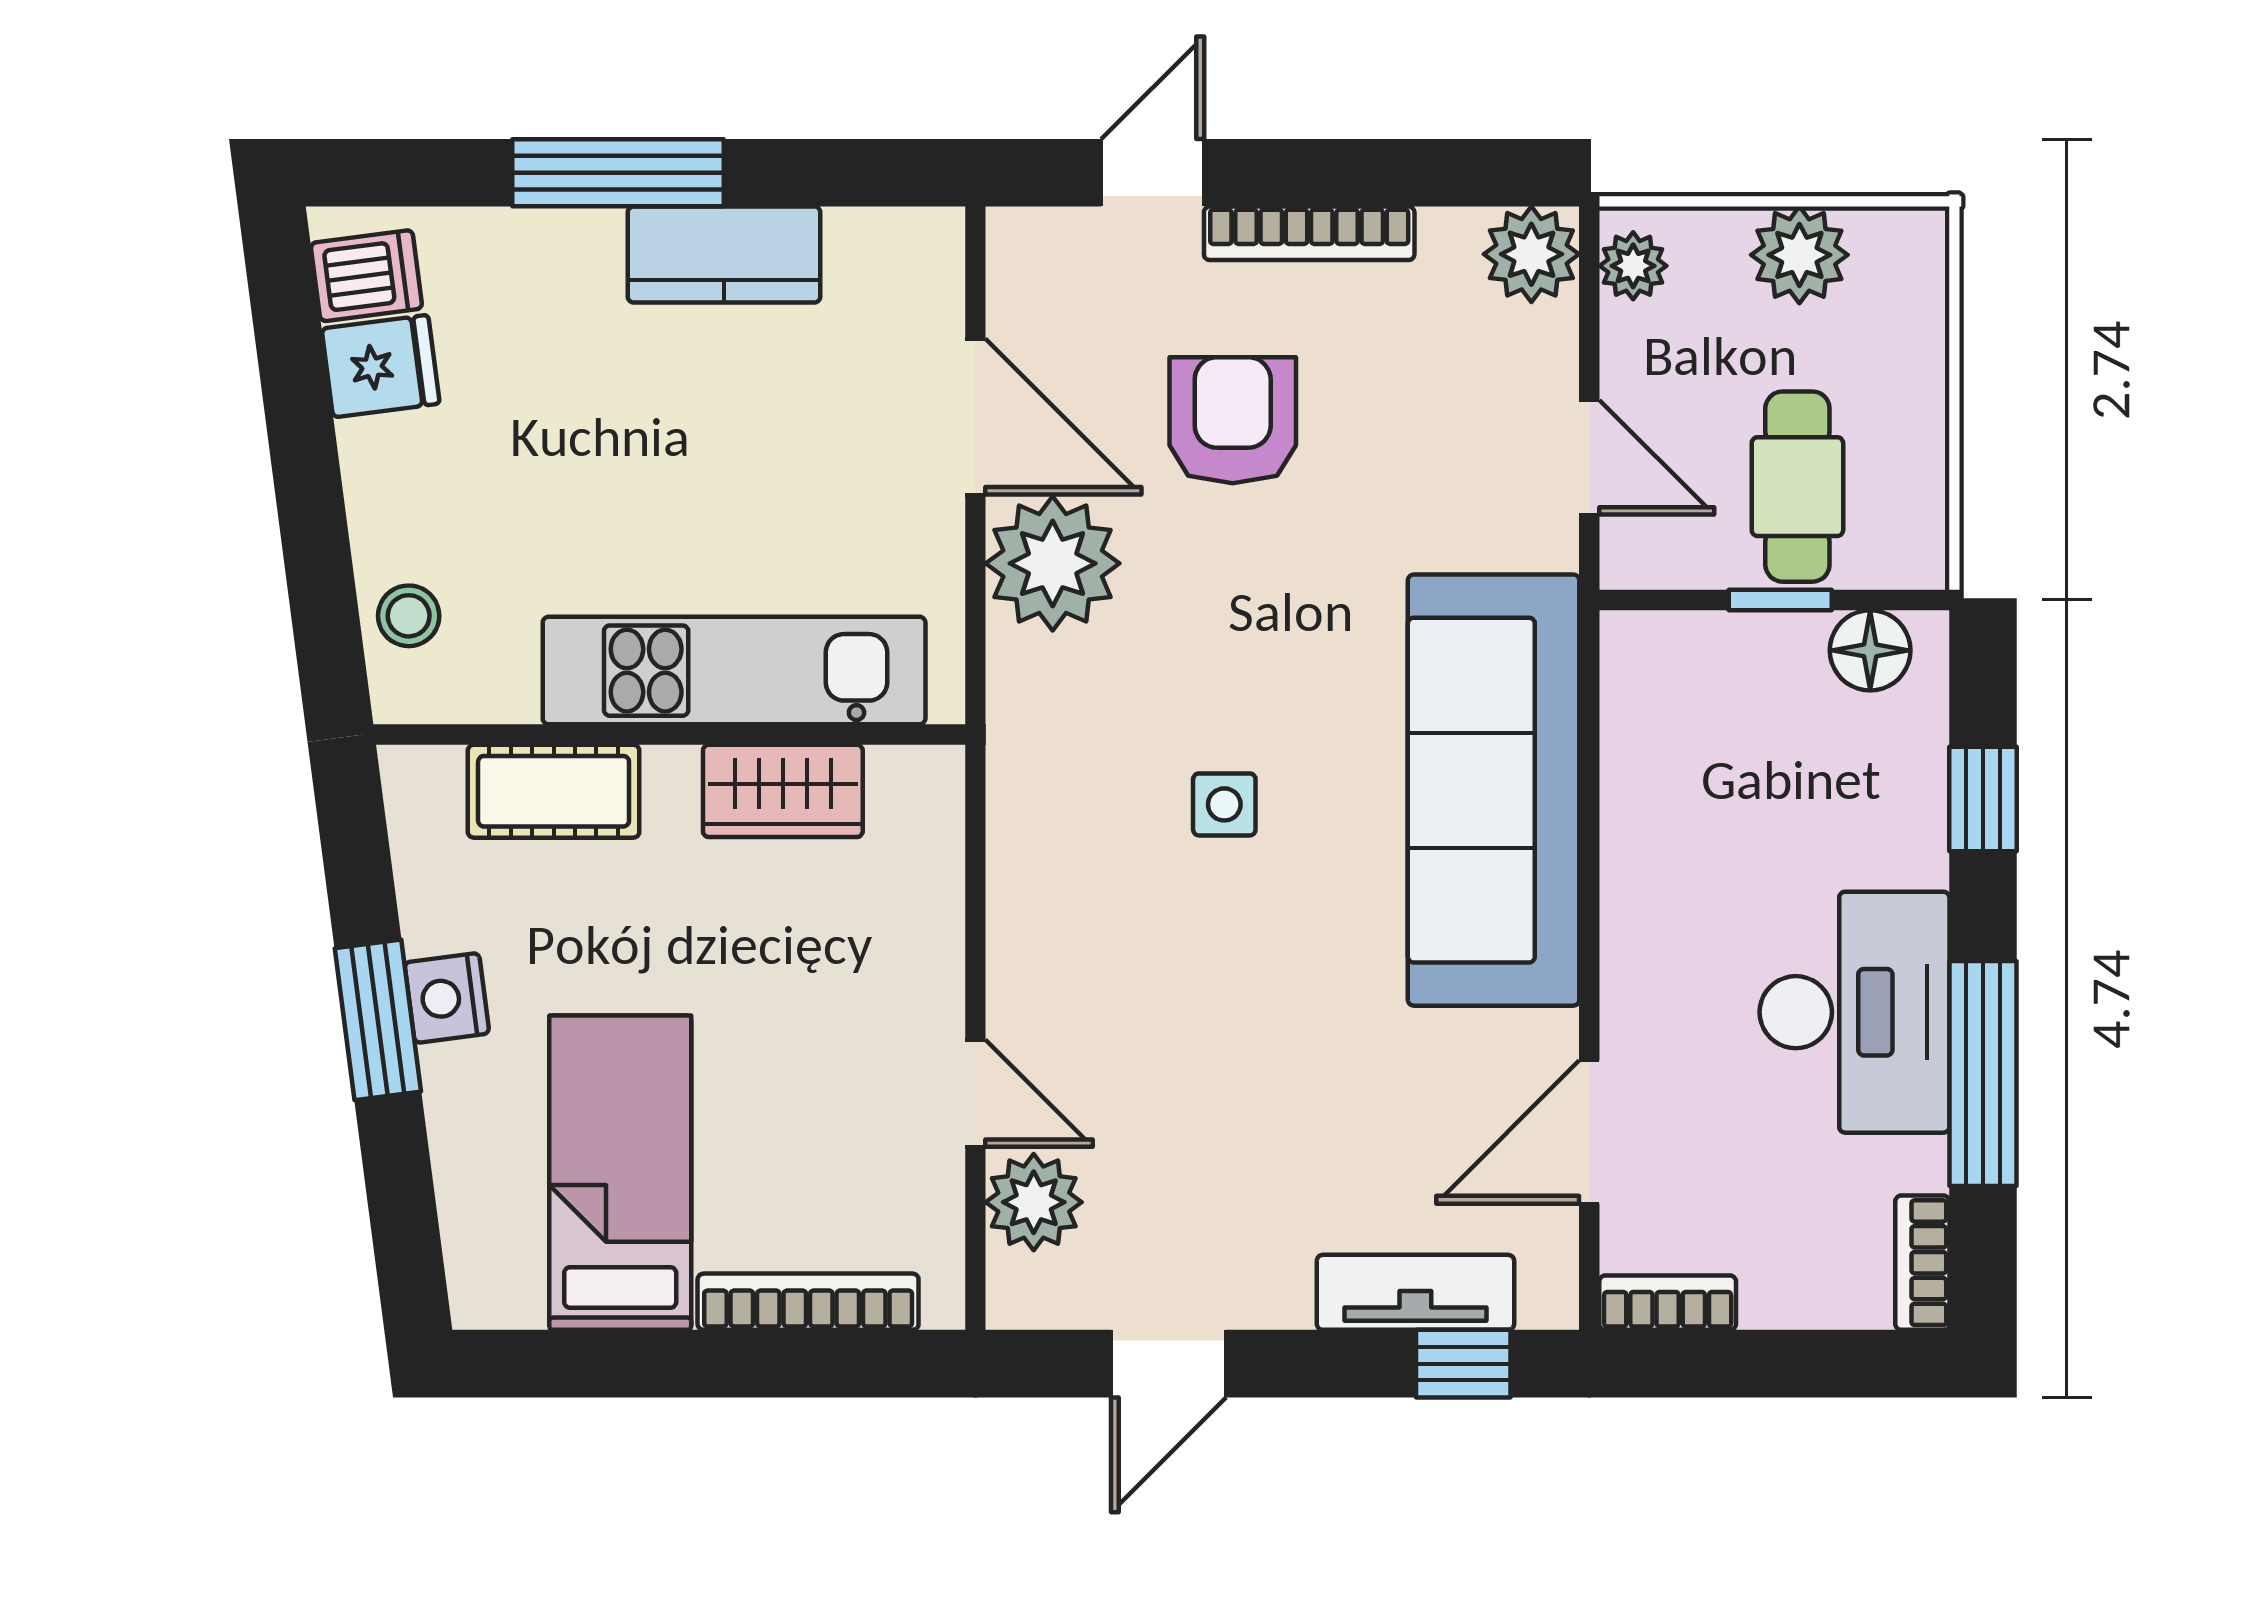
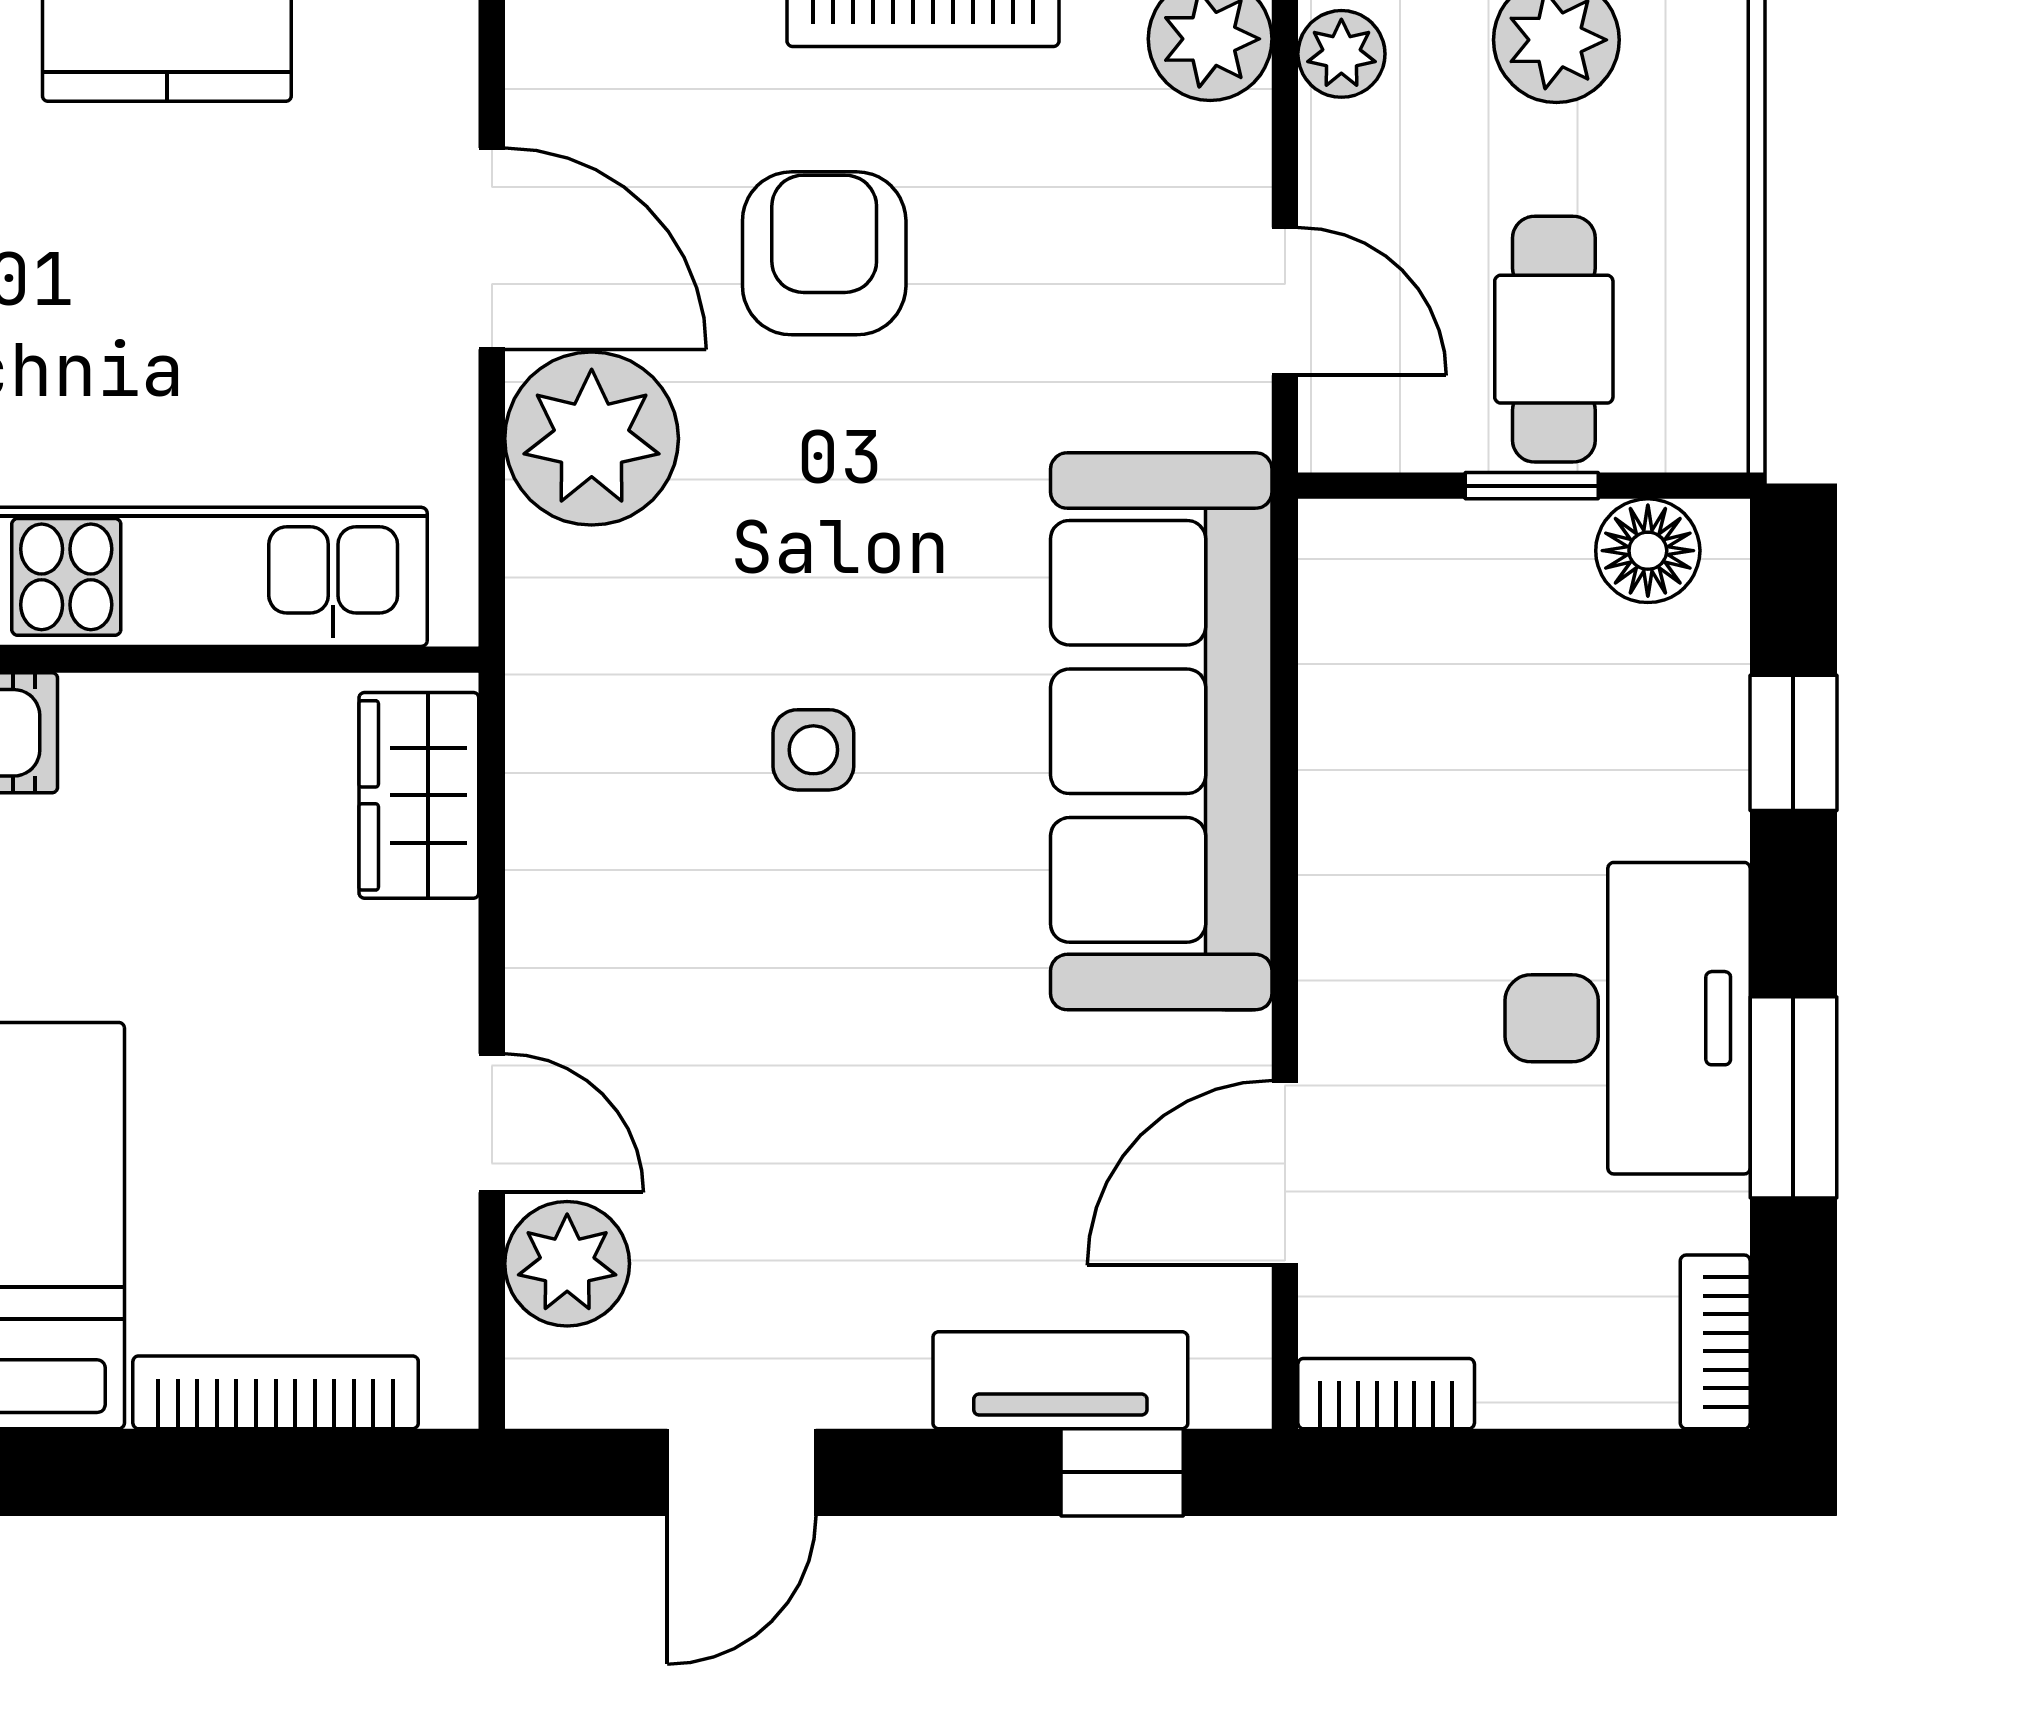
wardrobe: (783, 791) -> (419, 795), moved, turned 90
window: (1983, 1073) -> (1793, 1097), width x0.69

